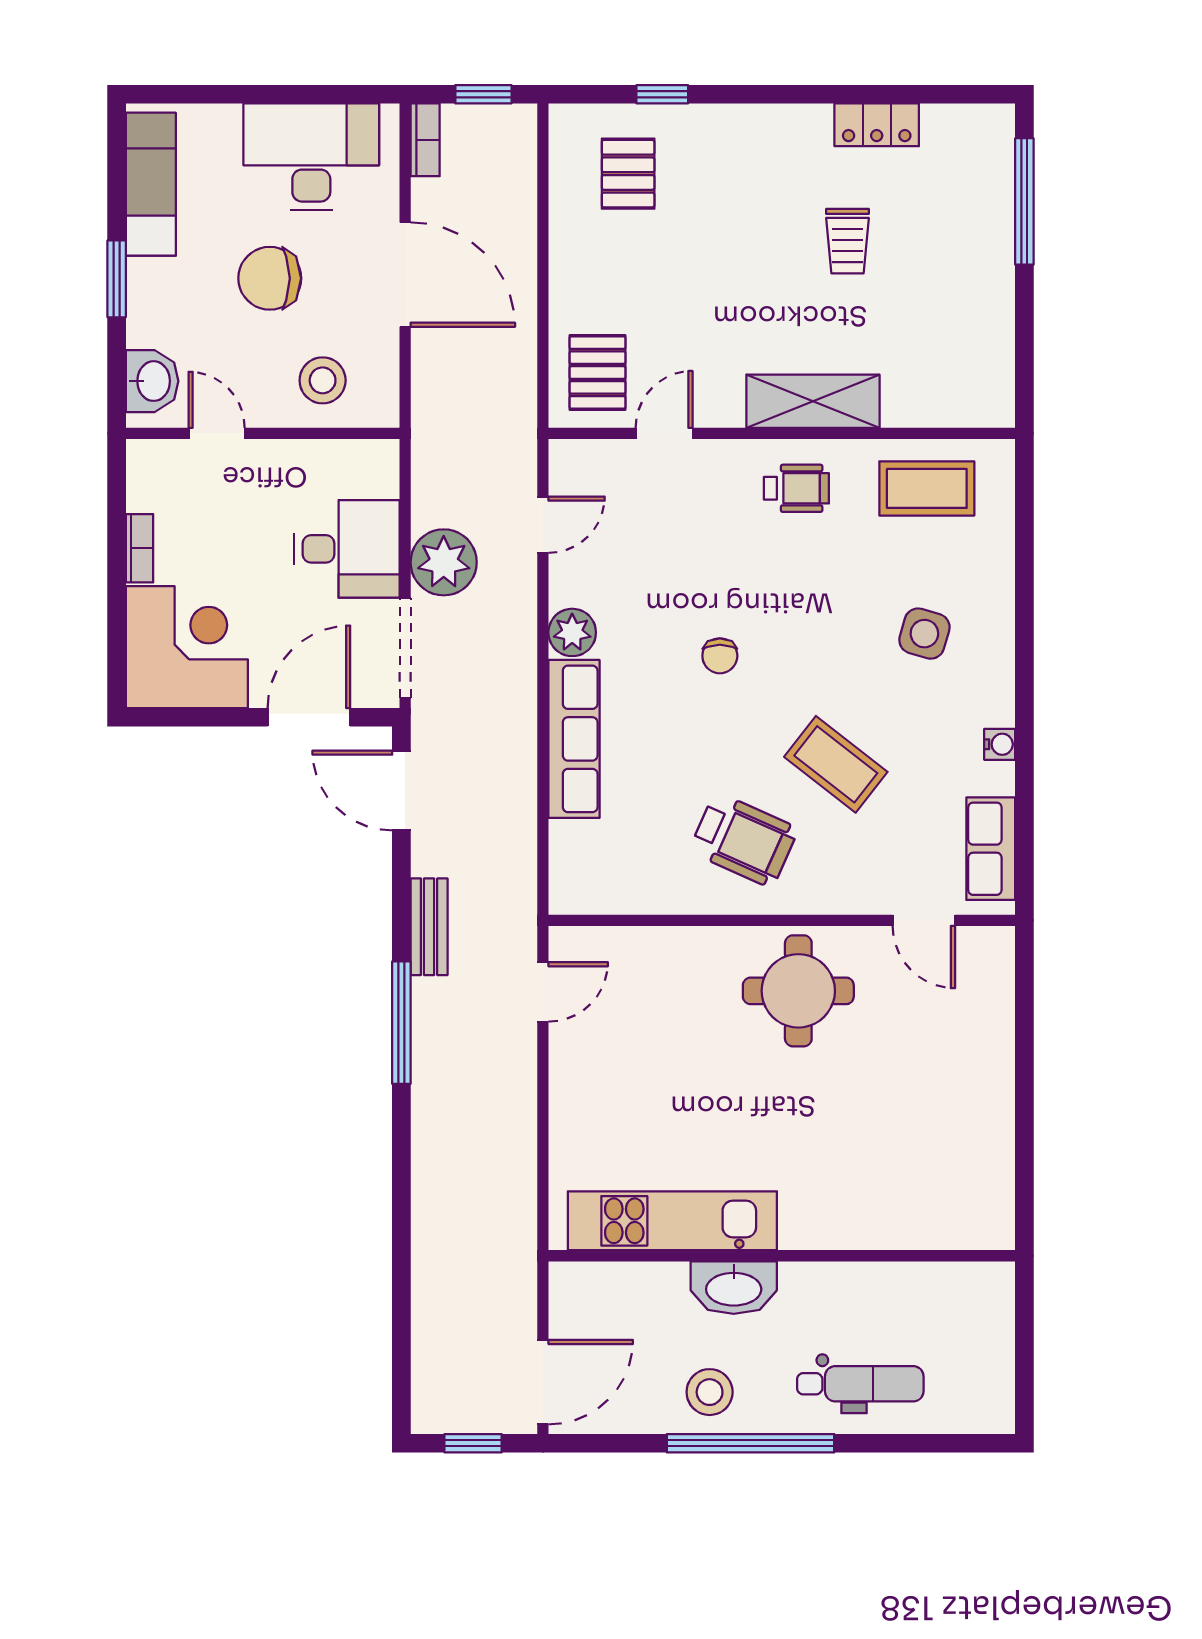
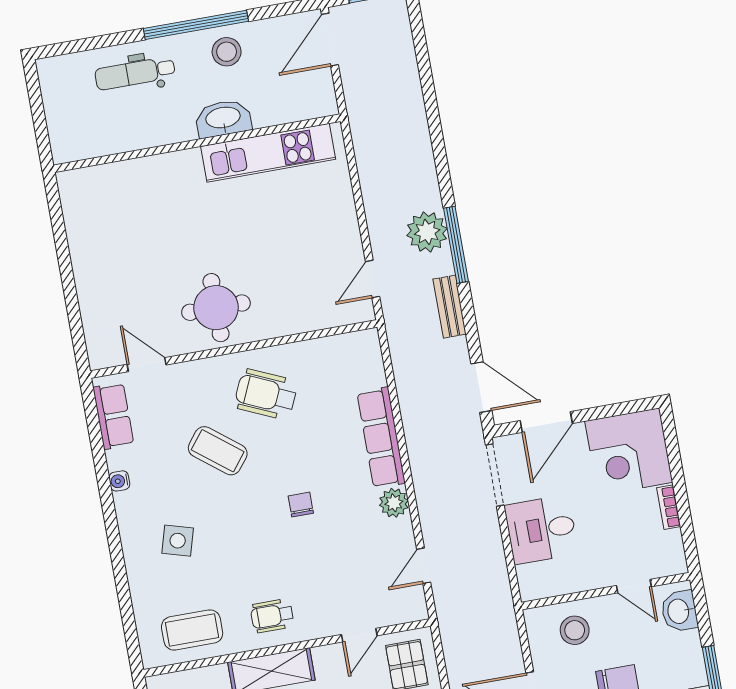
plant: (444, 562) -> (427, 232), moved

